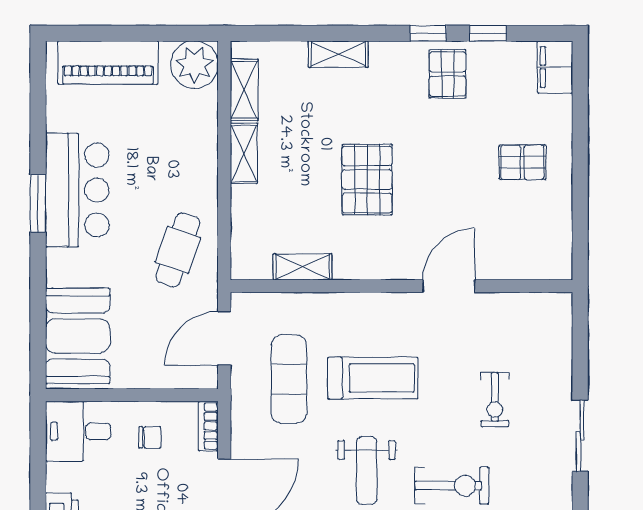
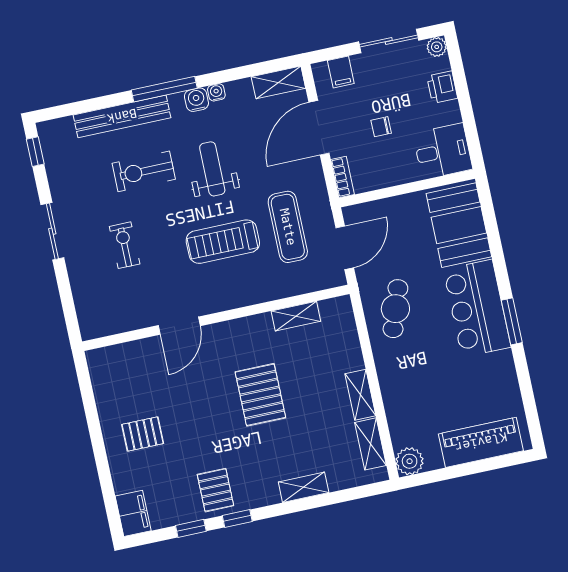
plant: (194, 65) -> (410, 461), width x0.73, depth x0.73
bar counter: (77, 190) -> (477, 308), moved
chair: (150, 437) -> (381, 127), moved

